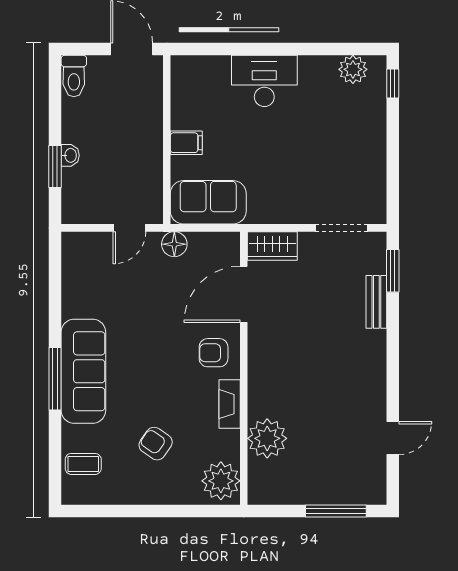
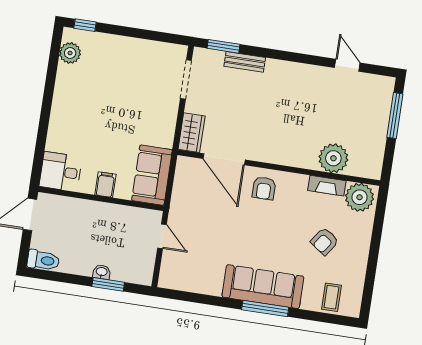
desk: (264, 81) -> (61, 172), moved, width x0.73
floor lamp: (174, 244) -> (179, 205), removed
fireplace: (230, 404) -> (327, 186), moved

